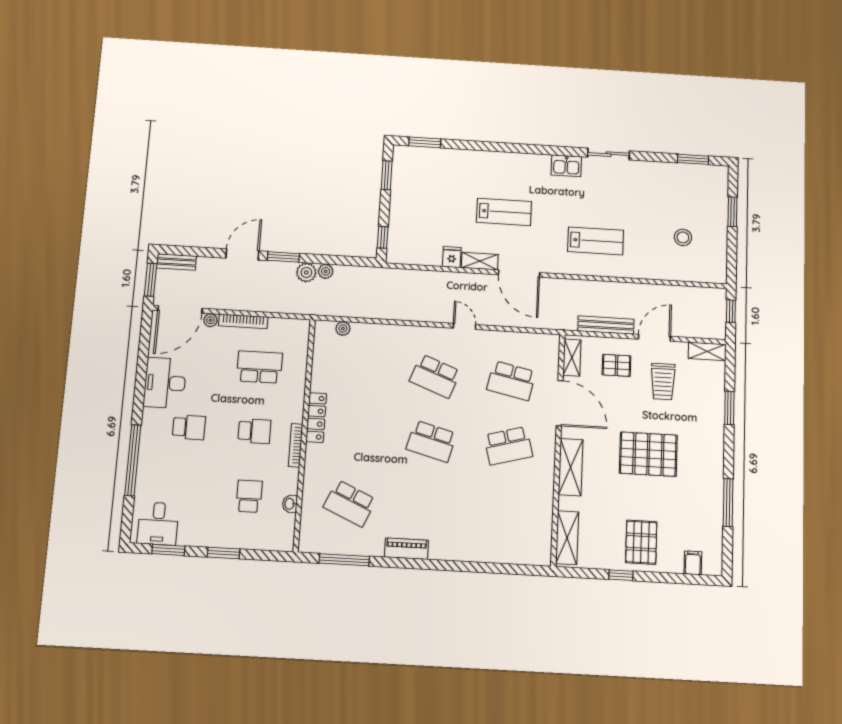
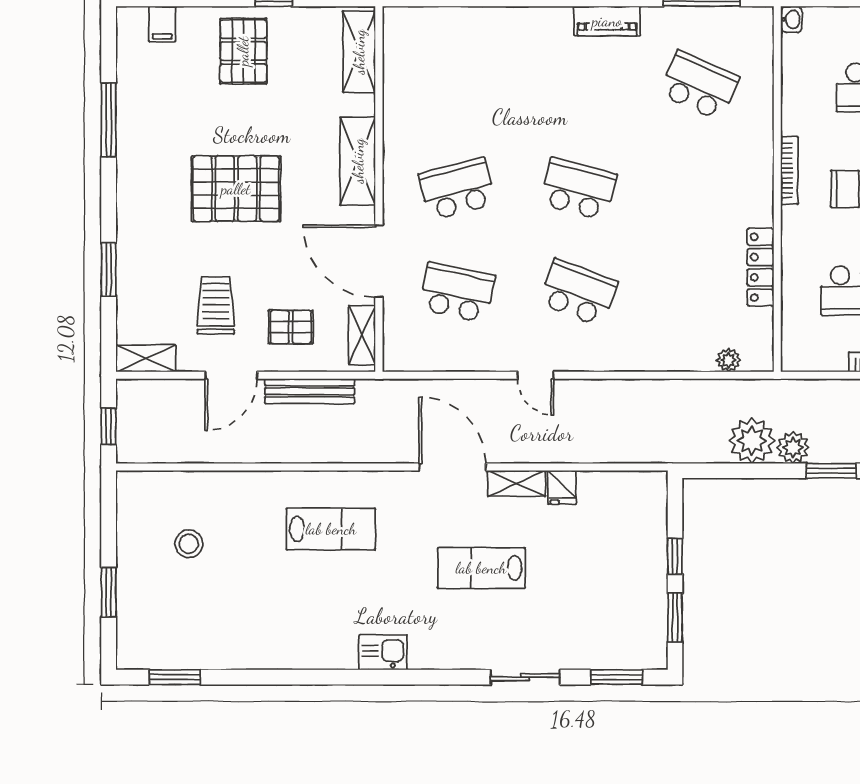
sliding door: (609, 154) -> (525, 677), moved
window: (383, 237) -> (675, 556), moved
lab bench: (596, 241) -> (331, 529), turned 180
plant: (326, 271) -> (752, 441), width x1.88, depth x1.88
locker: (316, 418) -> (760, 267), moved
washbasin: (290, 504) -> (791, 19), moved

